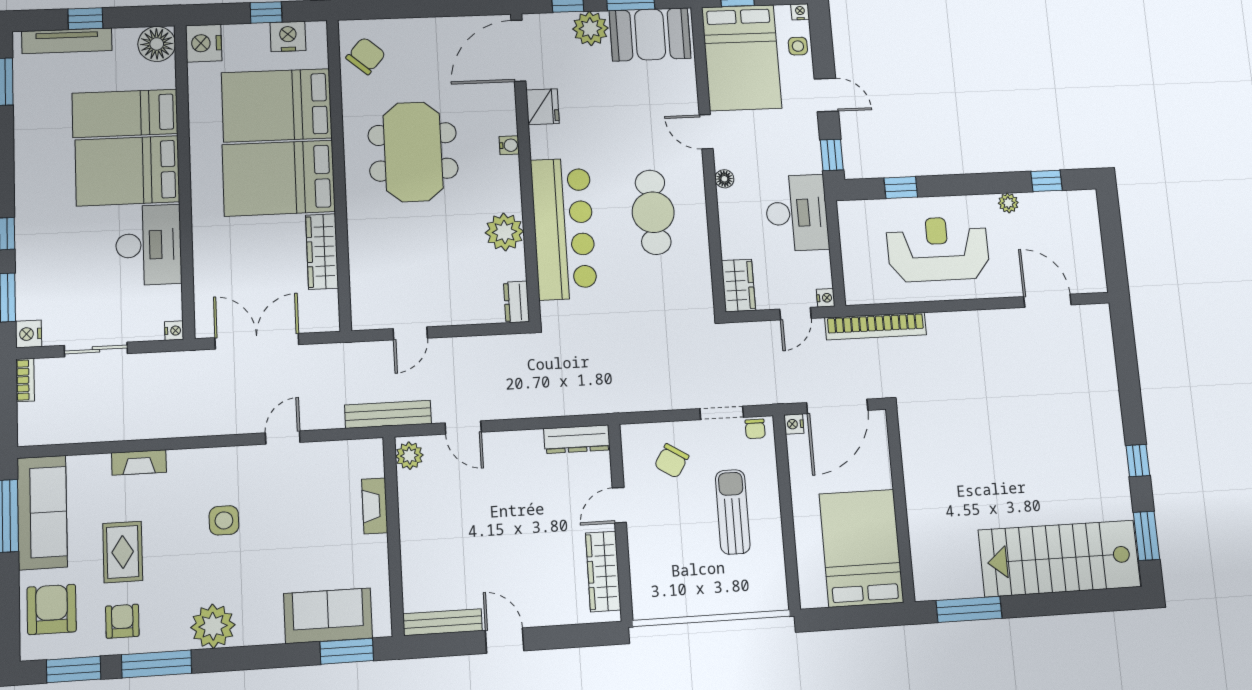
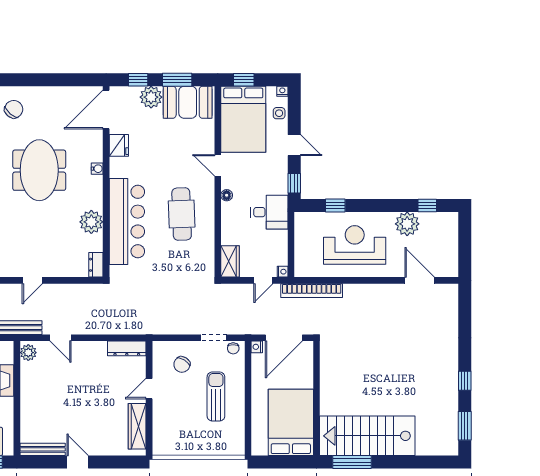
plant: (1008, 203) -> (407, 224), width x1.87, depth x1.87
desk: (797, 213) -> (269, 212), width x0.73
stairs: (1059, 558) -> (367, 436), moved

